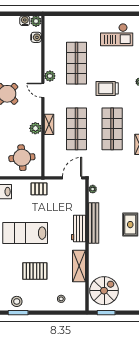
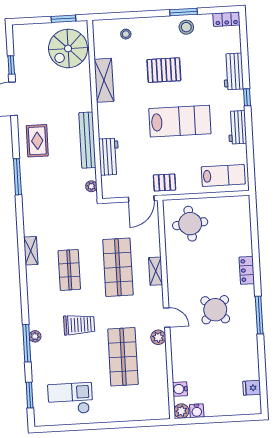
plant: (35, 128) -> (174, 265), removed
shop shelf: (112, 129) -> (69, 270), width x0.70, depth x0.74
door: (72, 178) -> (141, 199), moved
workbench: (78, 228) -> (109, 157), moved

